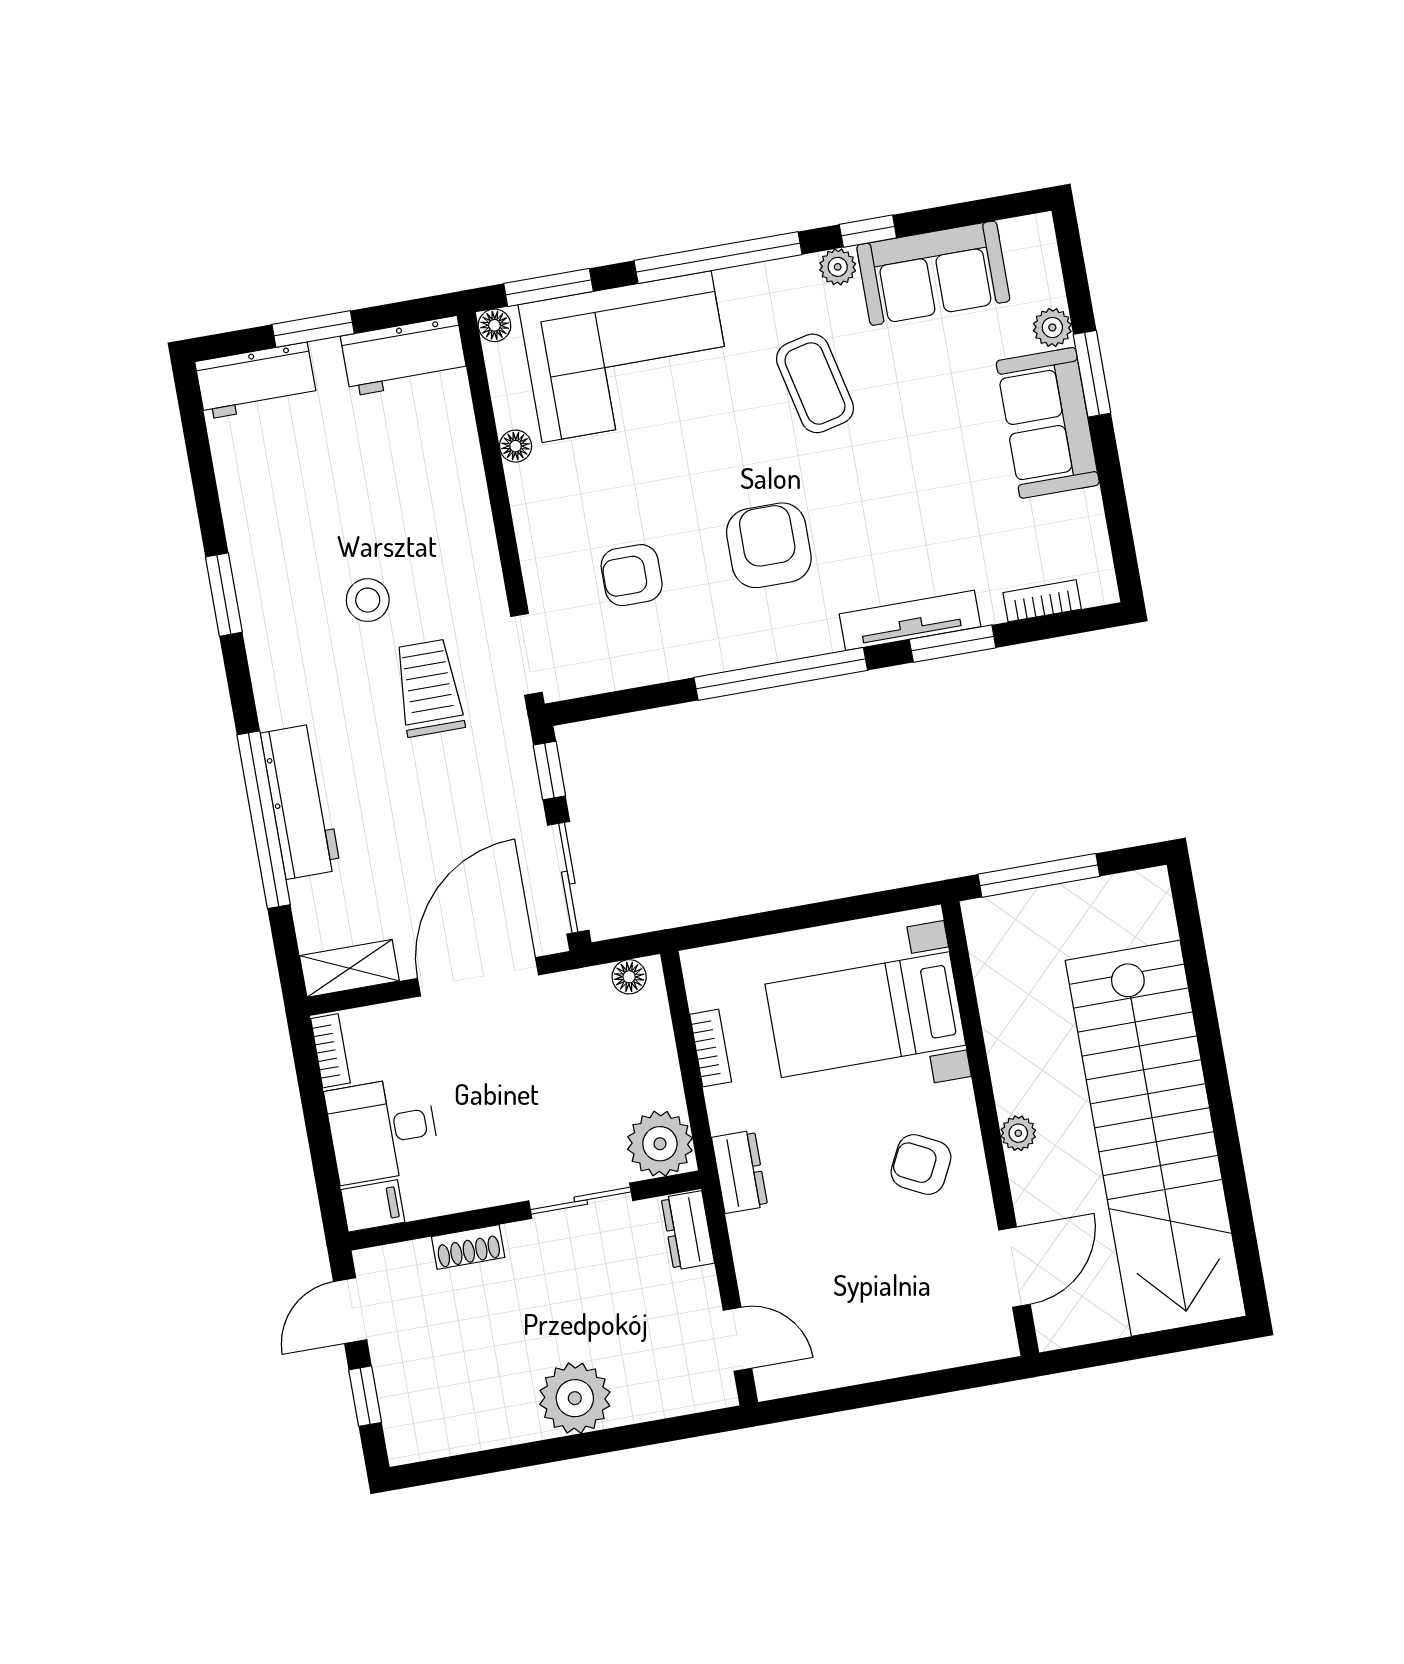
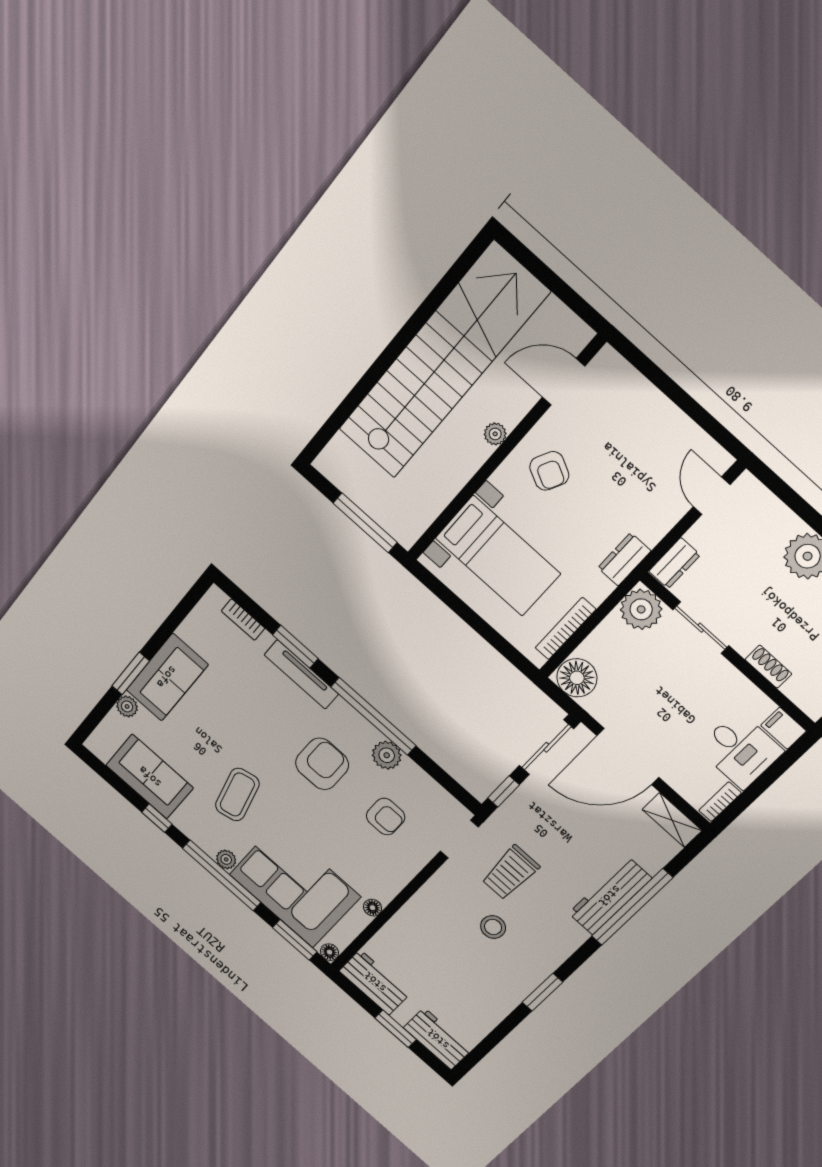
plant: (838, 267) -> (226, 859), moved
armchair: (769, 545) -> (322, 764), turned 180
plant: (715, 648) -> (387, 755), added
floor lamp: (629, 977) -> (577, 678), width x1.89, depth x1.89
bookcase: (711, 1048) -> (565, 629), width x1.56

